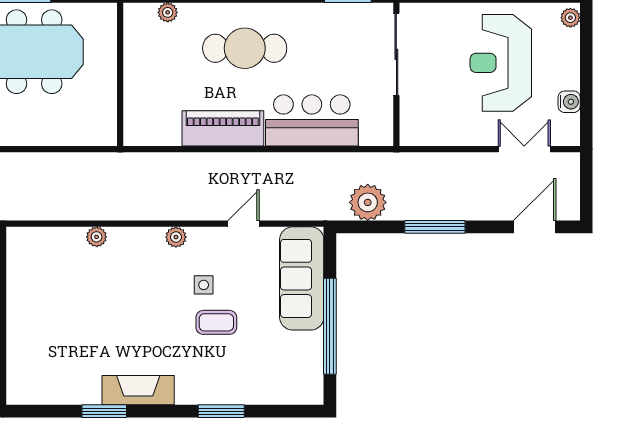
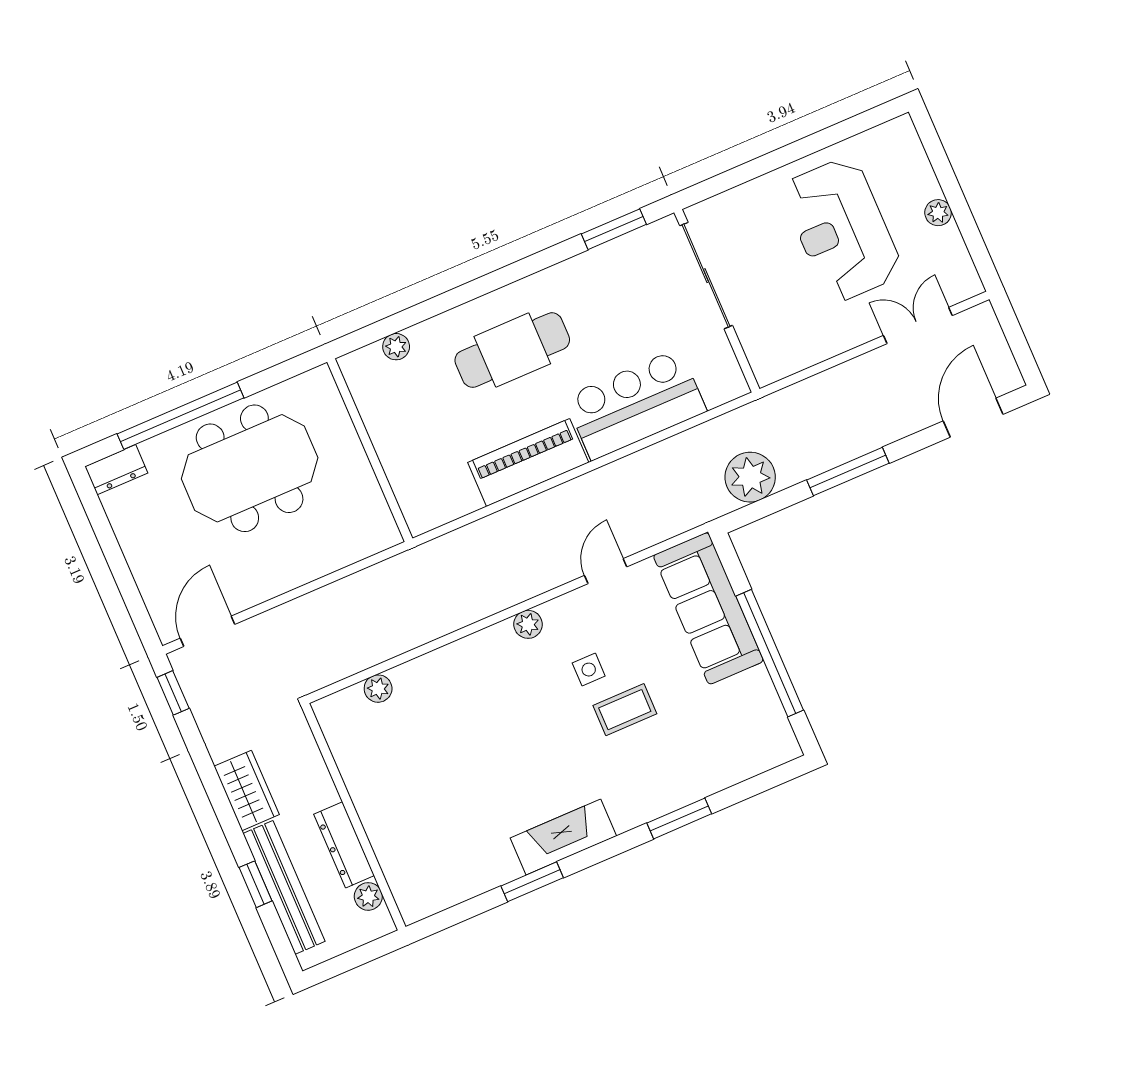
plant: (570, 18) -> (938, 213), moved
water cooler: (569, 102) -> (949, 242), removed
plant: (97, 237) -> (378, 689), moved

